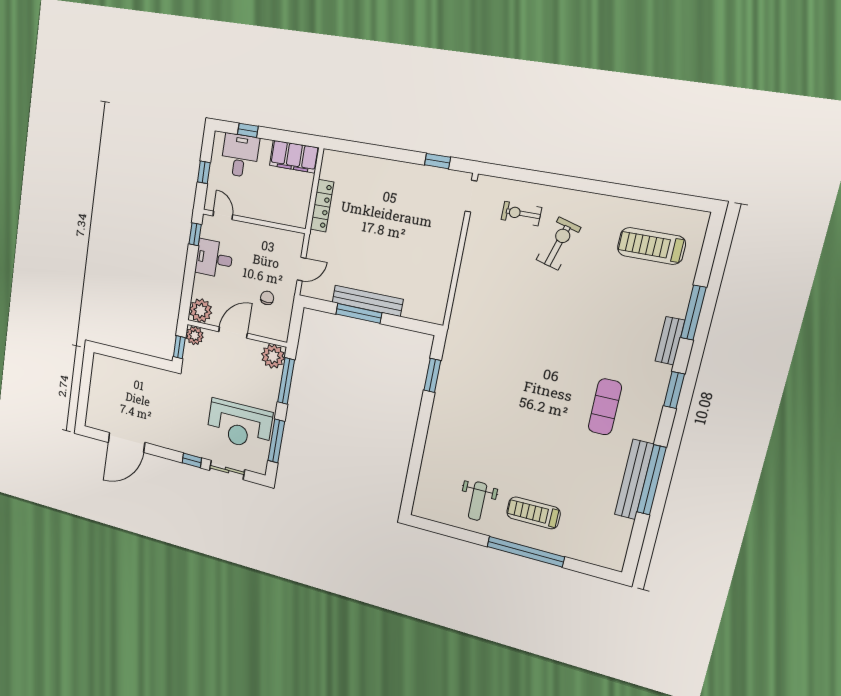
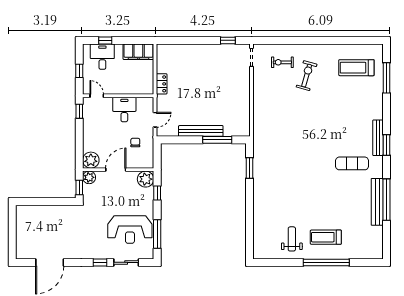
locker: (322, 206) -> (162, 84), width x0.66
desk: (214, 259) -> (124, 110), moved, turned 90
window: (359, 313) -> (217, 140), moved
window: (693, 313) -> (386, 78), moved
bench: (670, 341) -> (378, 138), moved, width x1.36
window: (286, 381) -> (157, 193), width x0.46
exercise mat: (605, 407) -> (352, 163), turned 90
weight bench: (477, 501) -> (292, 239), turned 180

